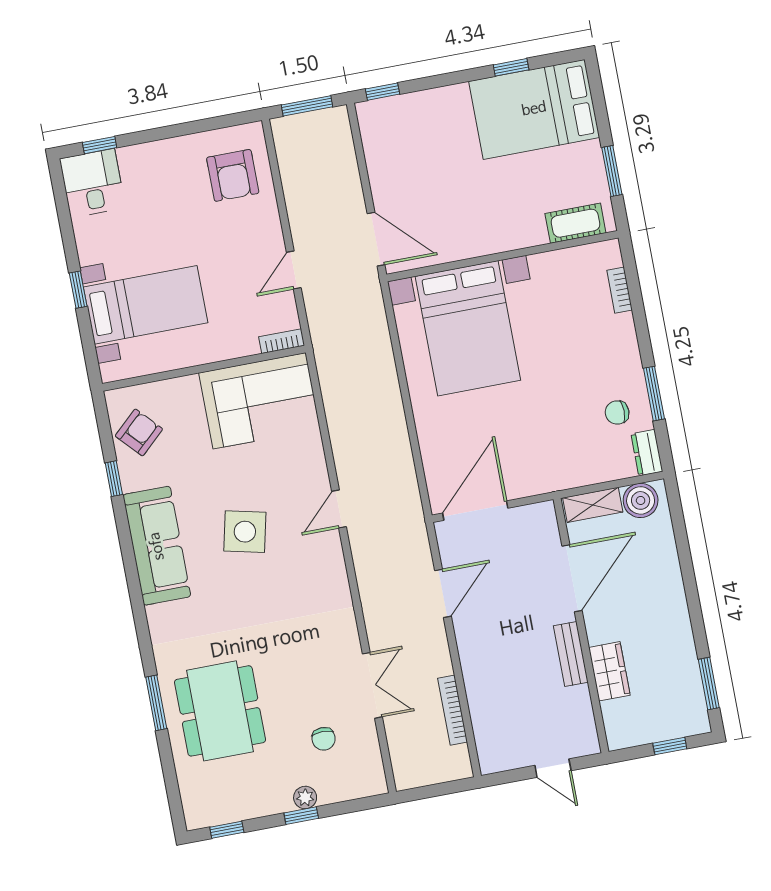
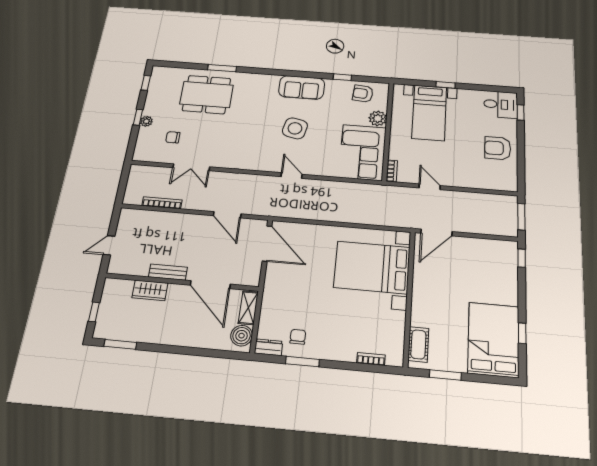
armchair: (233, 175) -> (498, 148), moved
plant: (183, 392) -> (378, 118), added
armchair: (139, 432) -> (363, 94), turned 138
sofa: (157, 546) -> (302, 87), width x0.73

